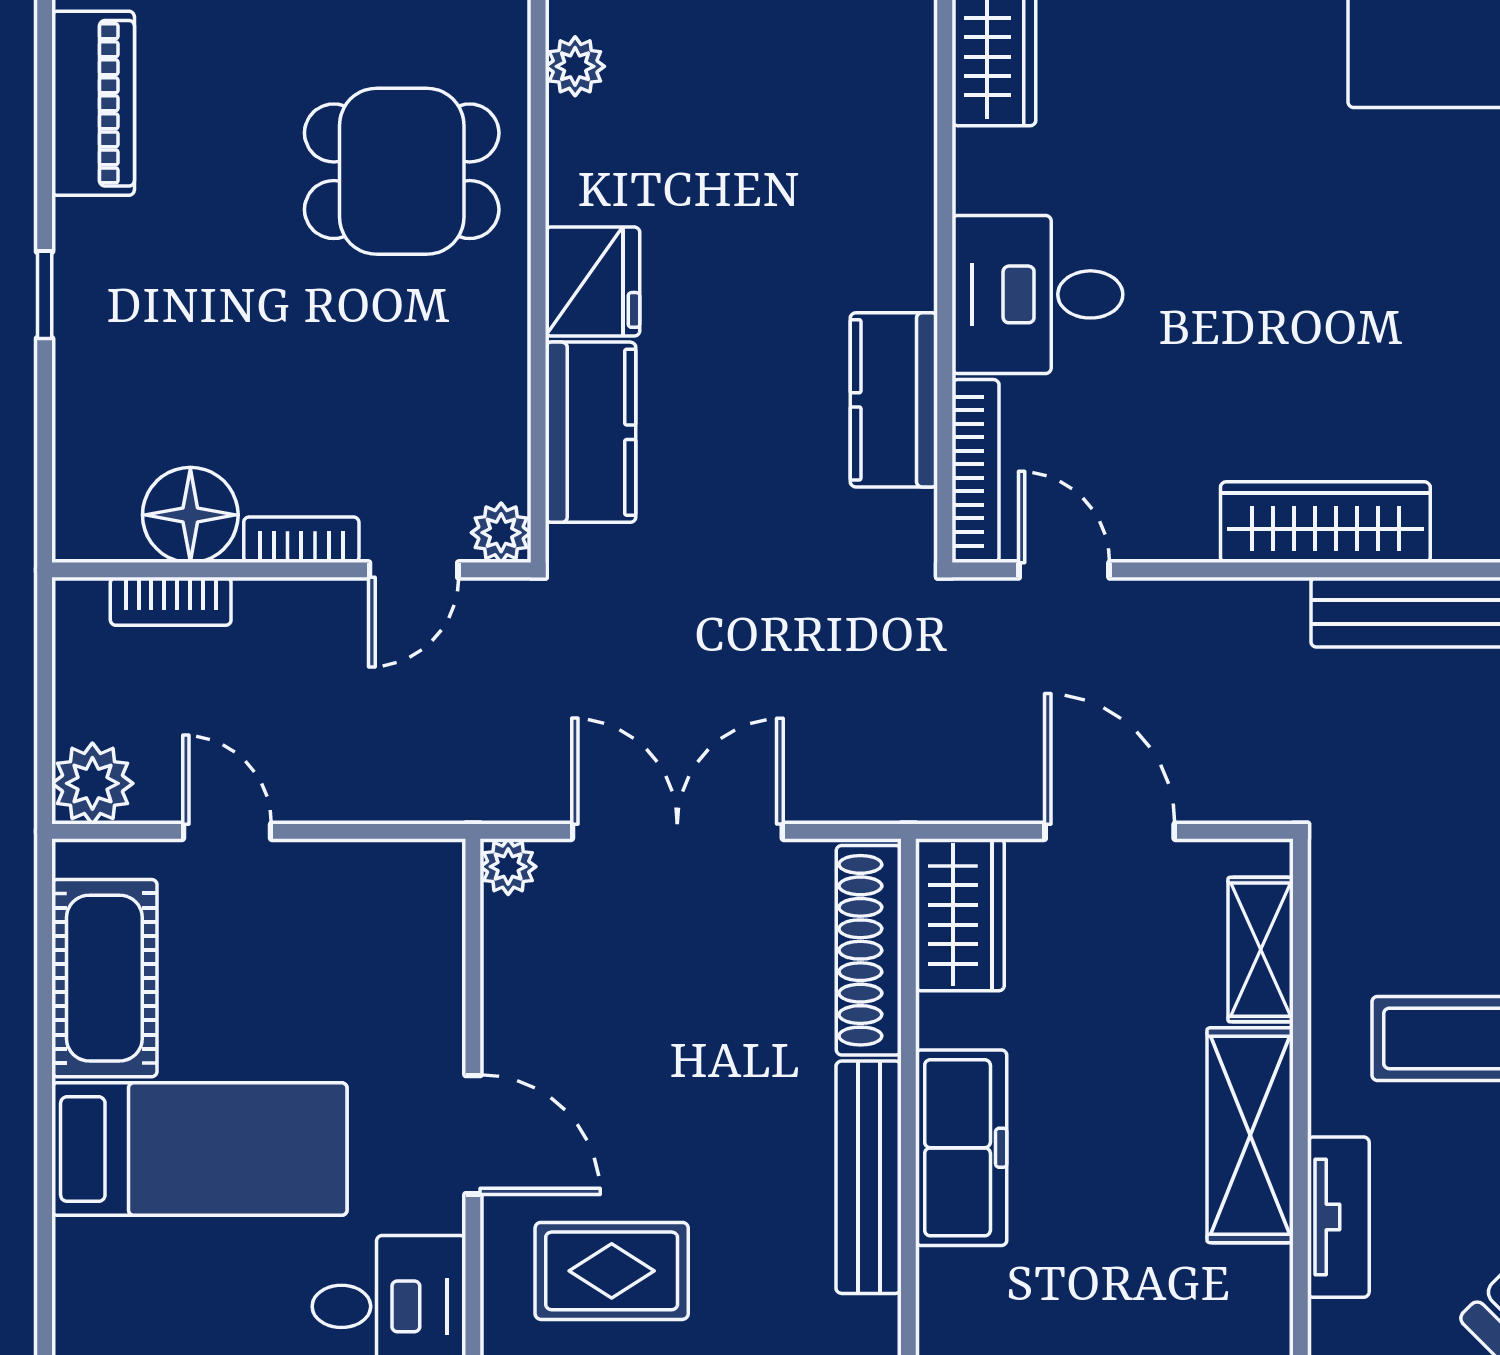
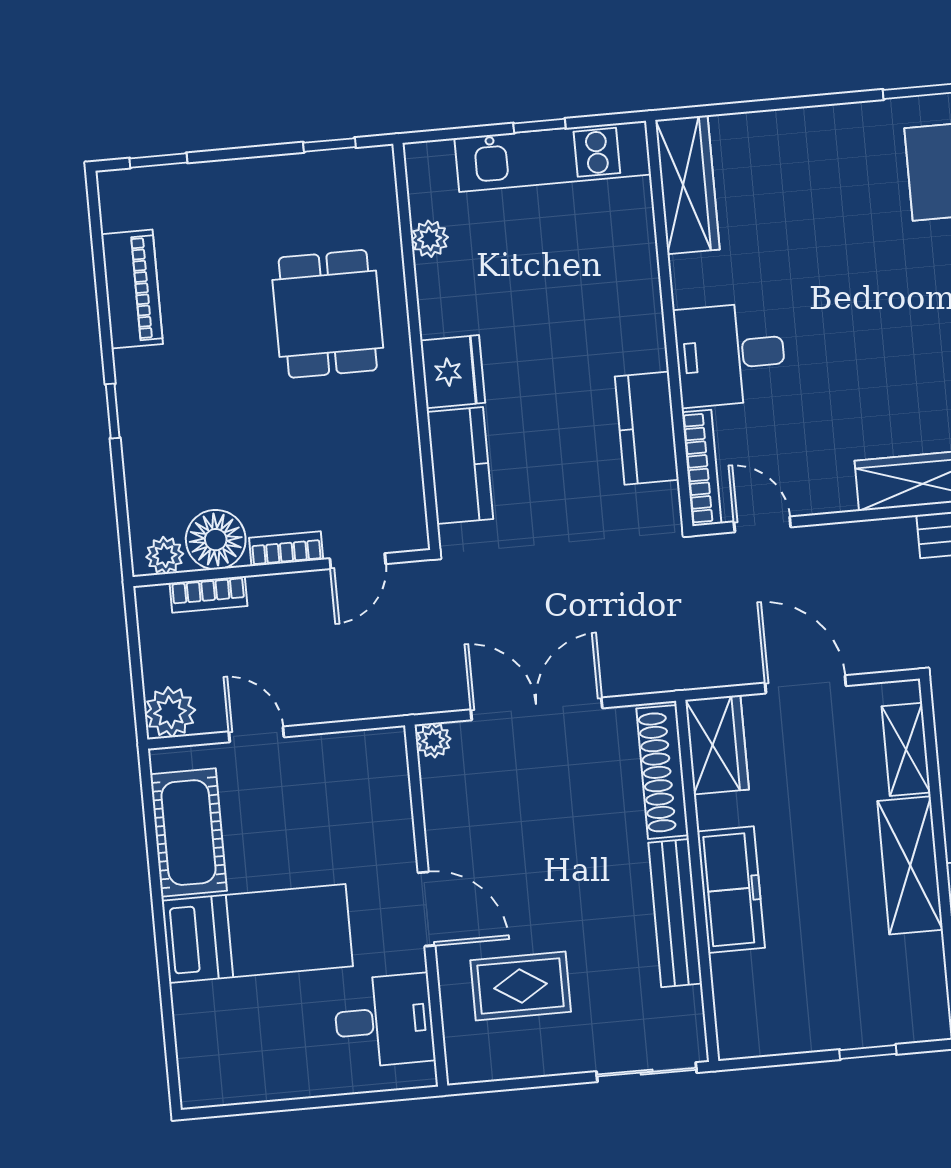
dining table: (402, 171) -> (328, 314), turned 90
plant: (501, 533) -> (165, 555), moved

